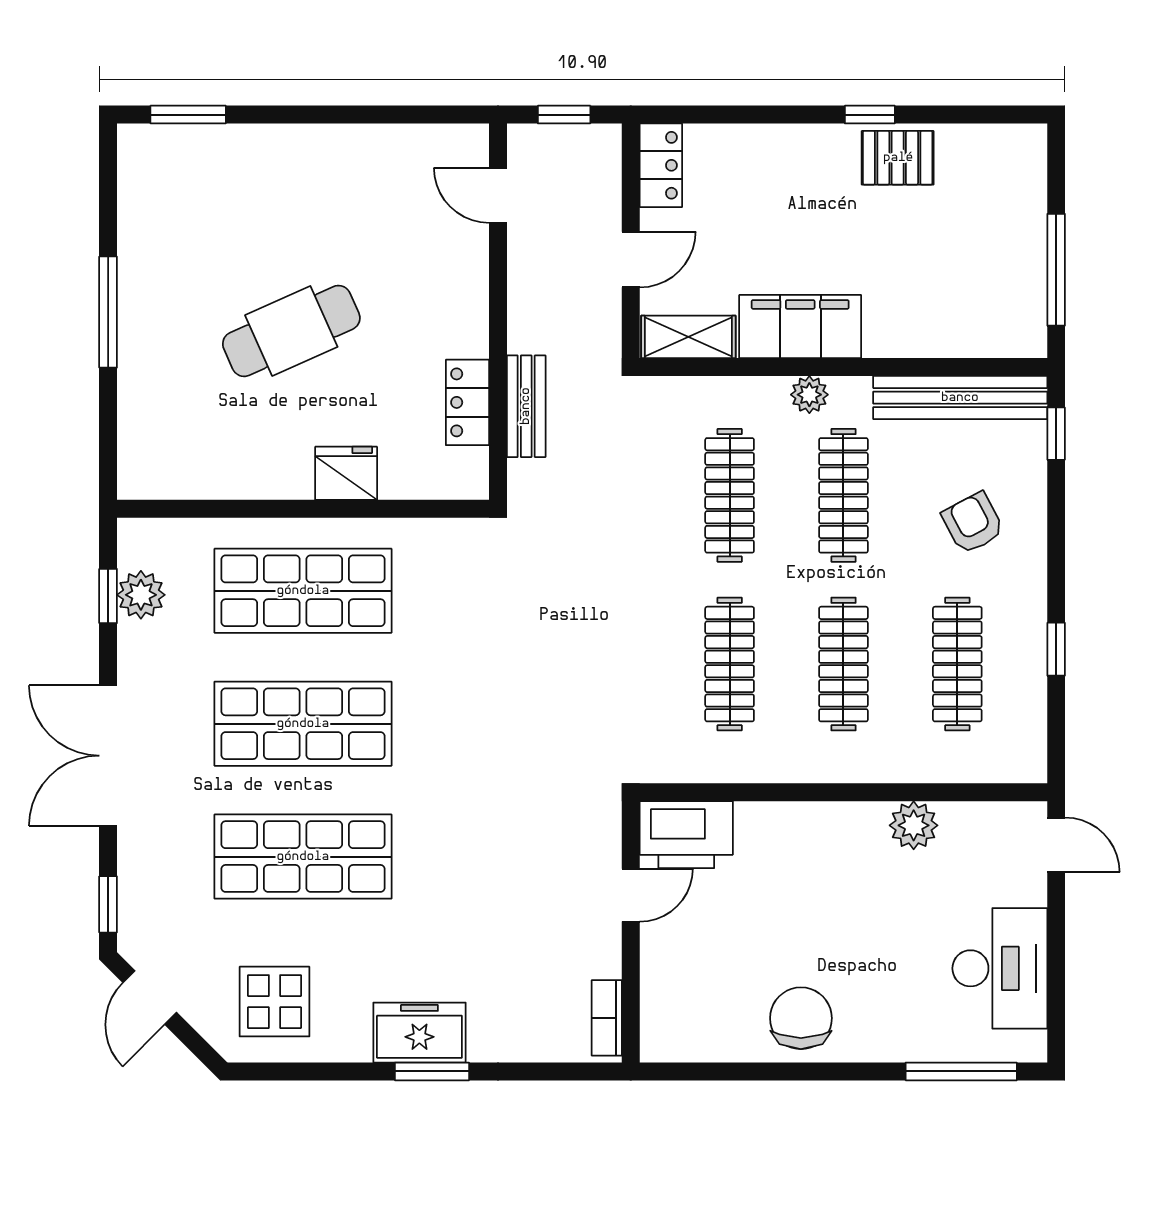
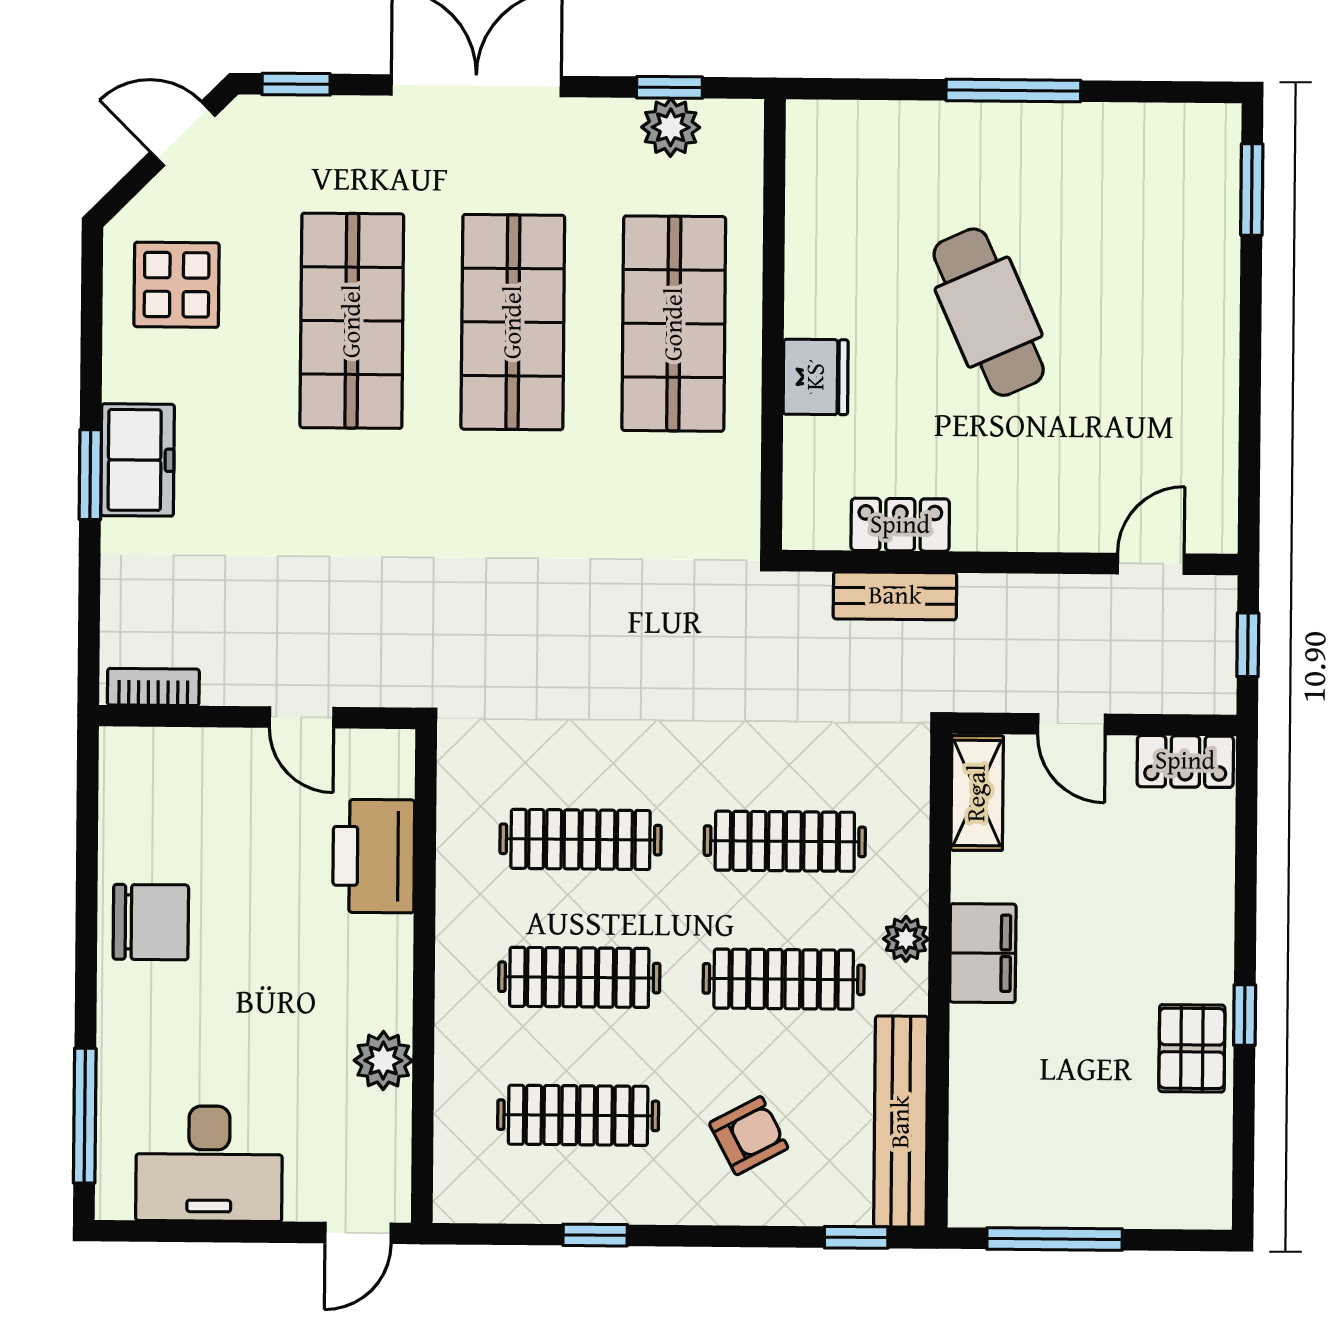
filing cabinet: (800, 327) -> (983, 953), width x0.67, depth x0.86
printer: (686, 835) -> (374, 856), moved

